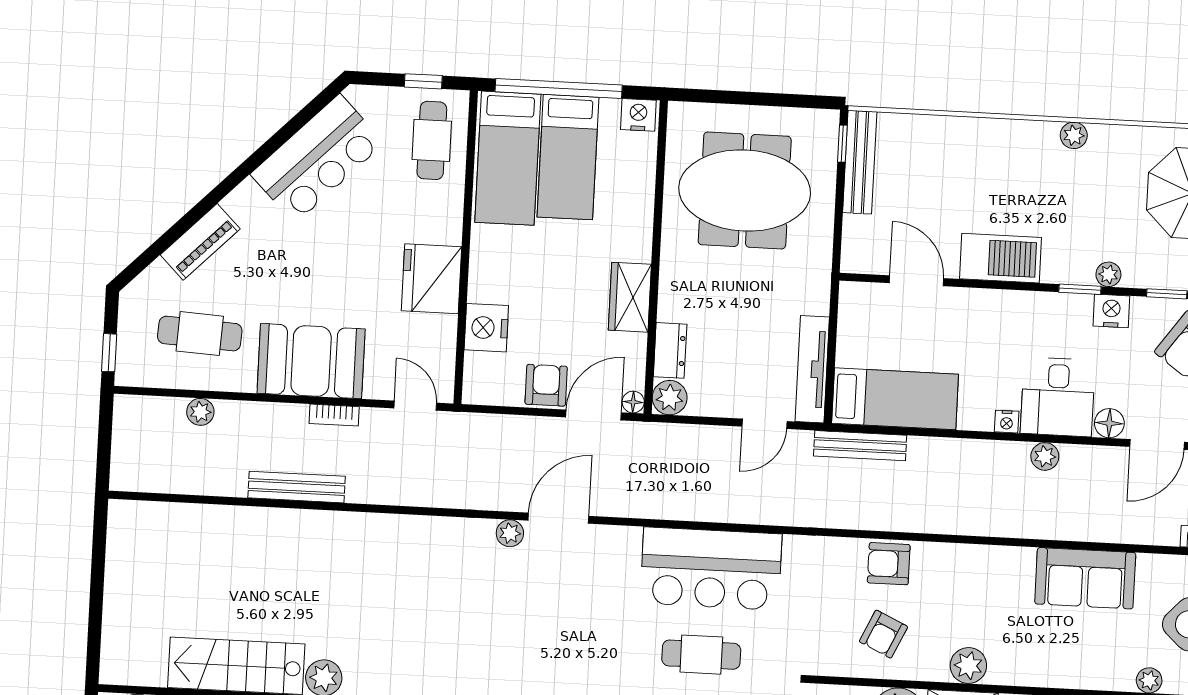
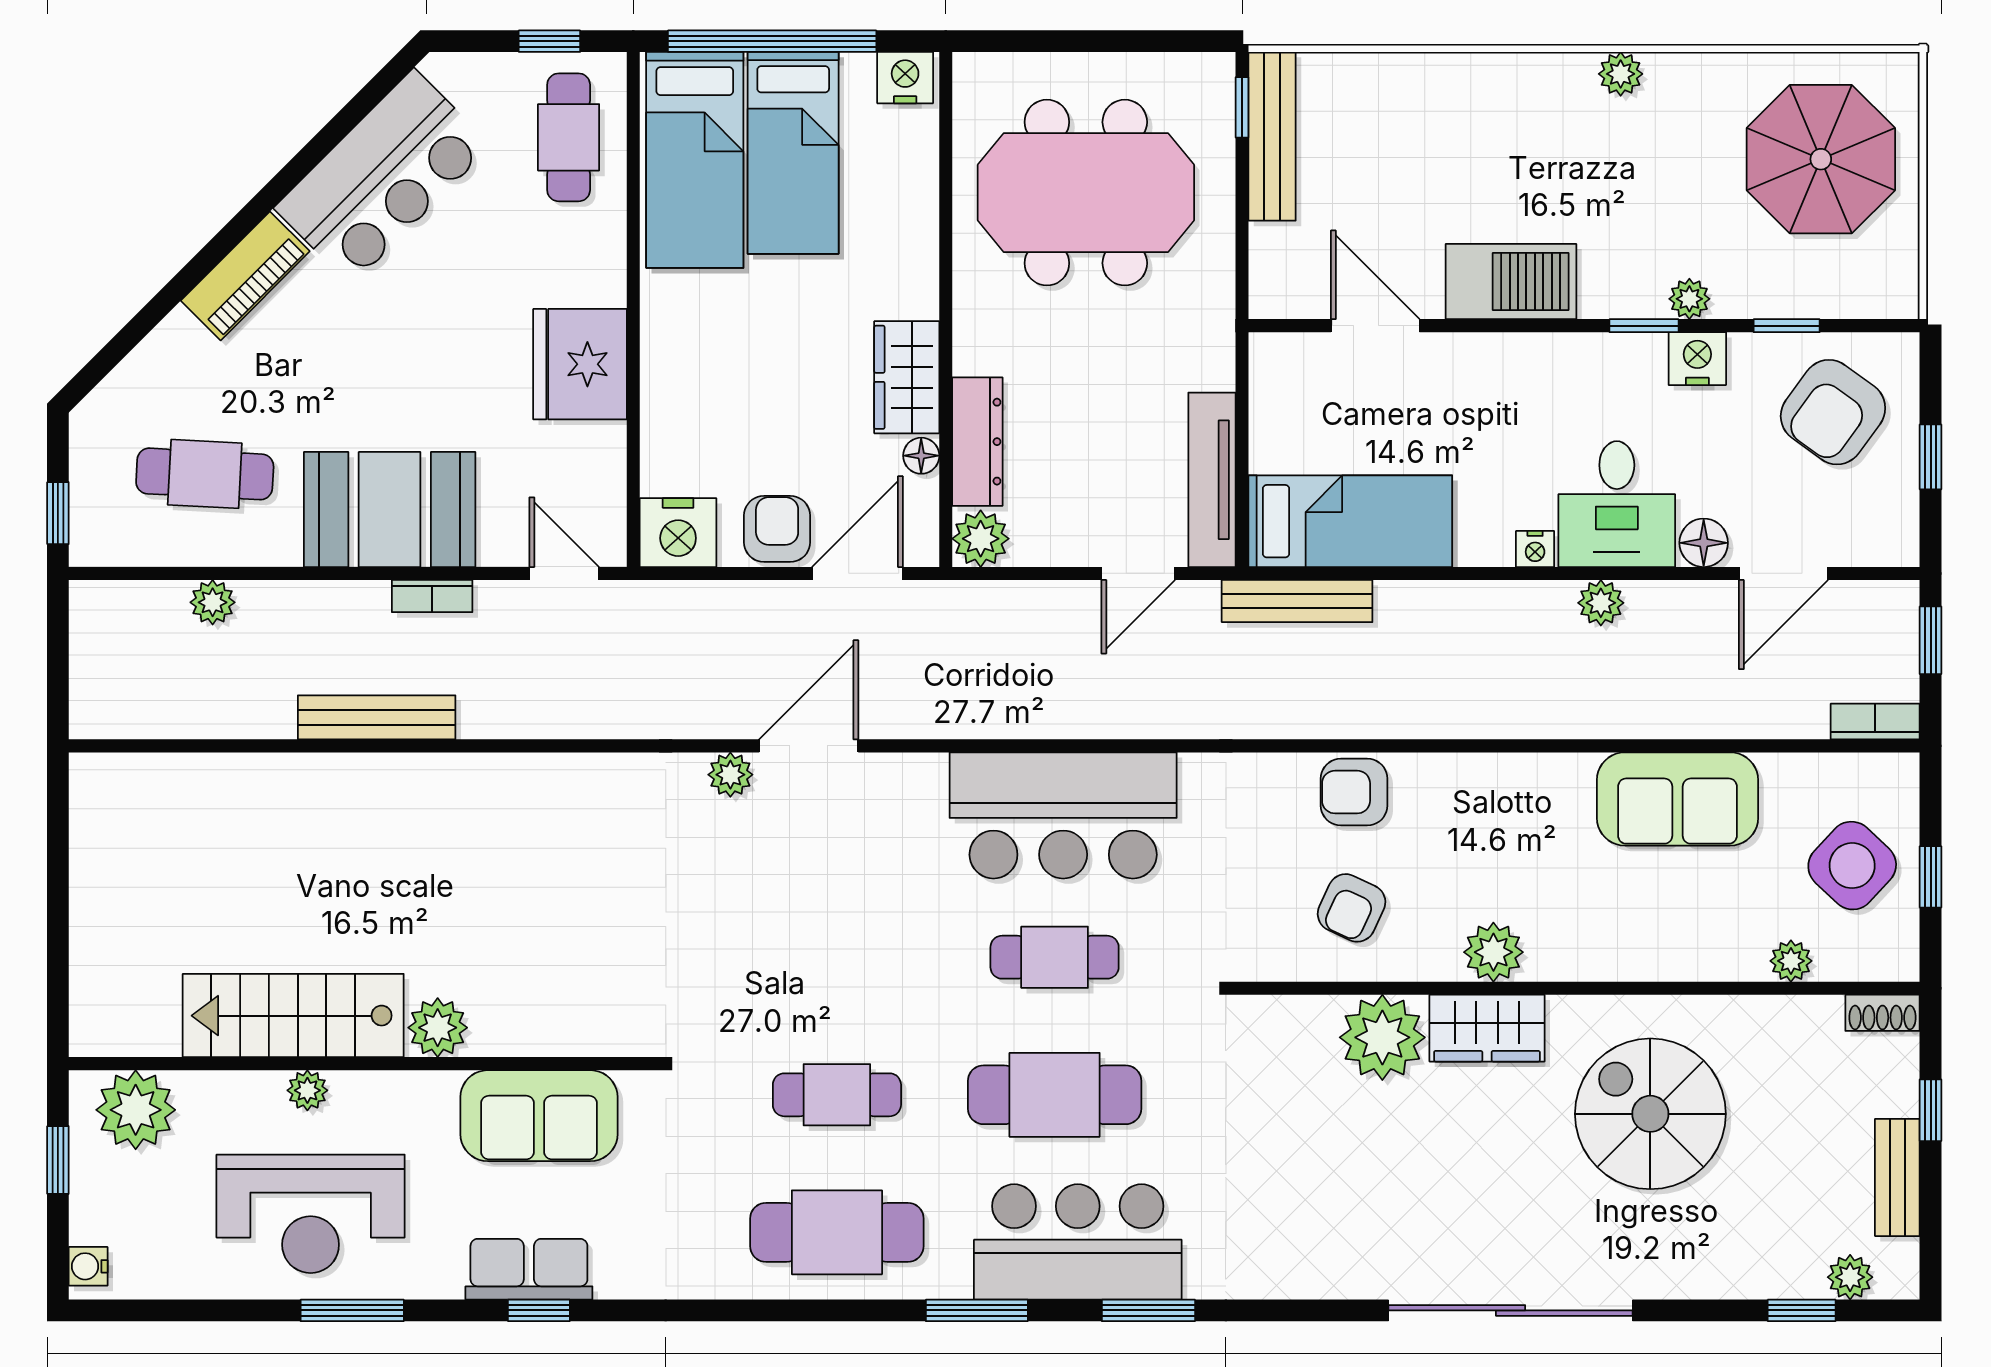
piano: (200, 242) -> (245, 276), moved
nightstand: (486, 328) -> (678, 533), moved, turned -90
dresser: (670, 350) -> (977, 442), width x1.44
floor lamp: (633, 402) -> (921, 456), moved

